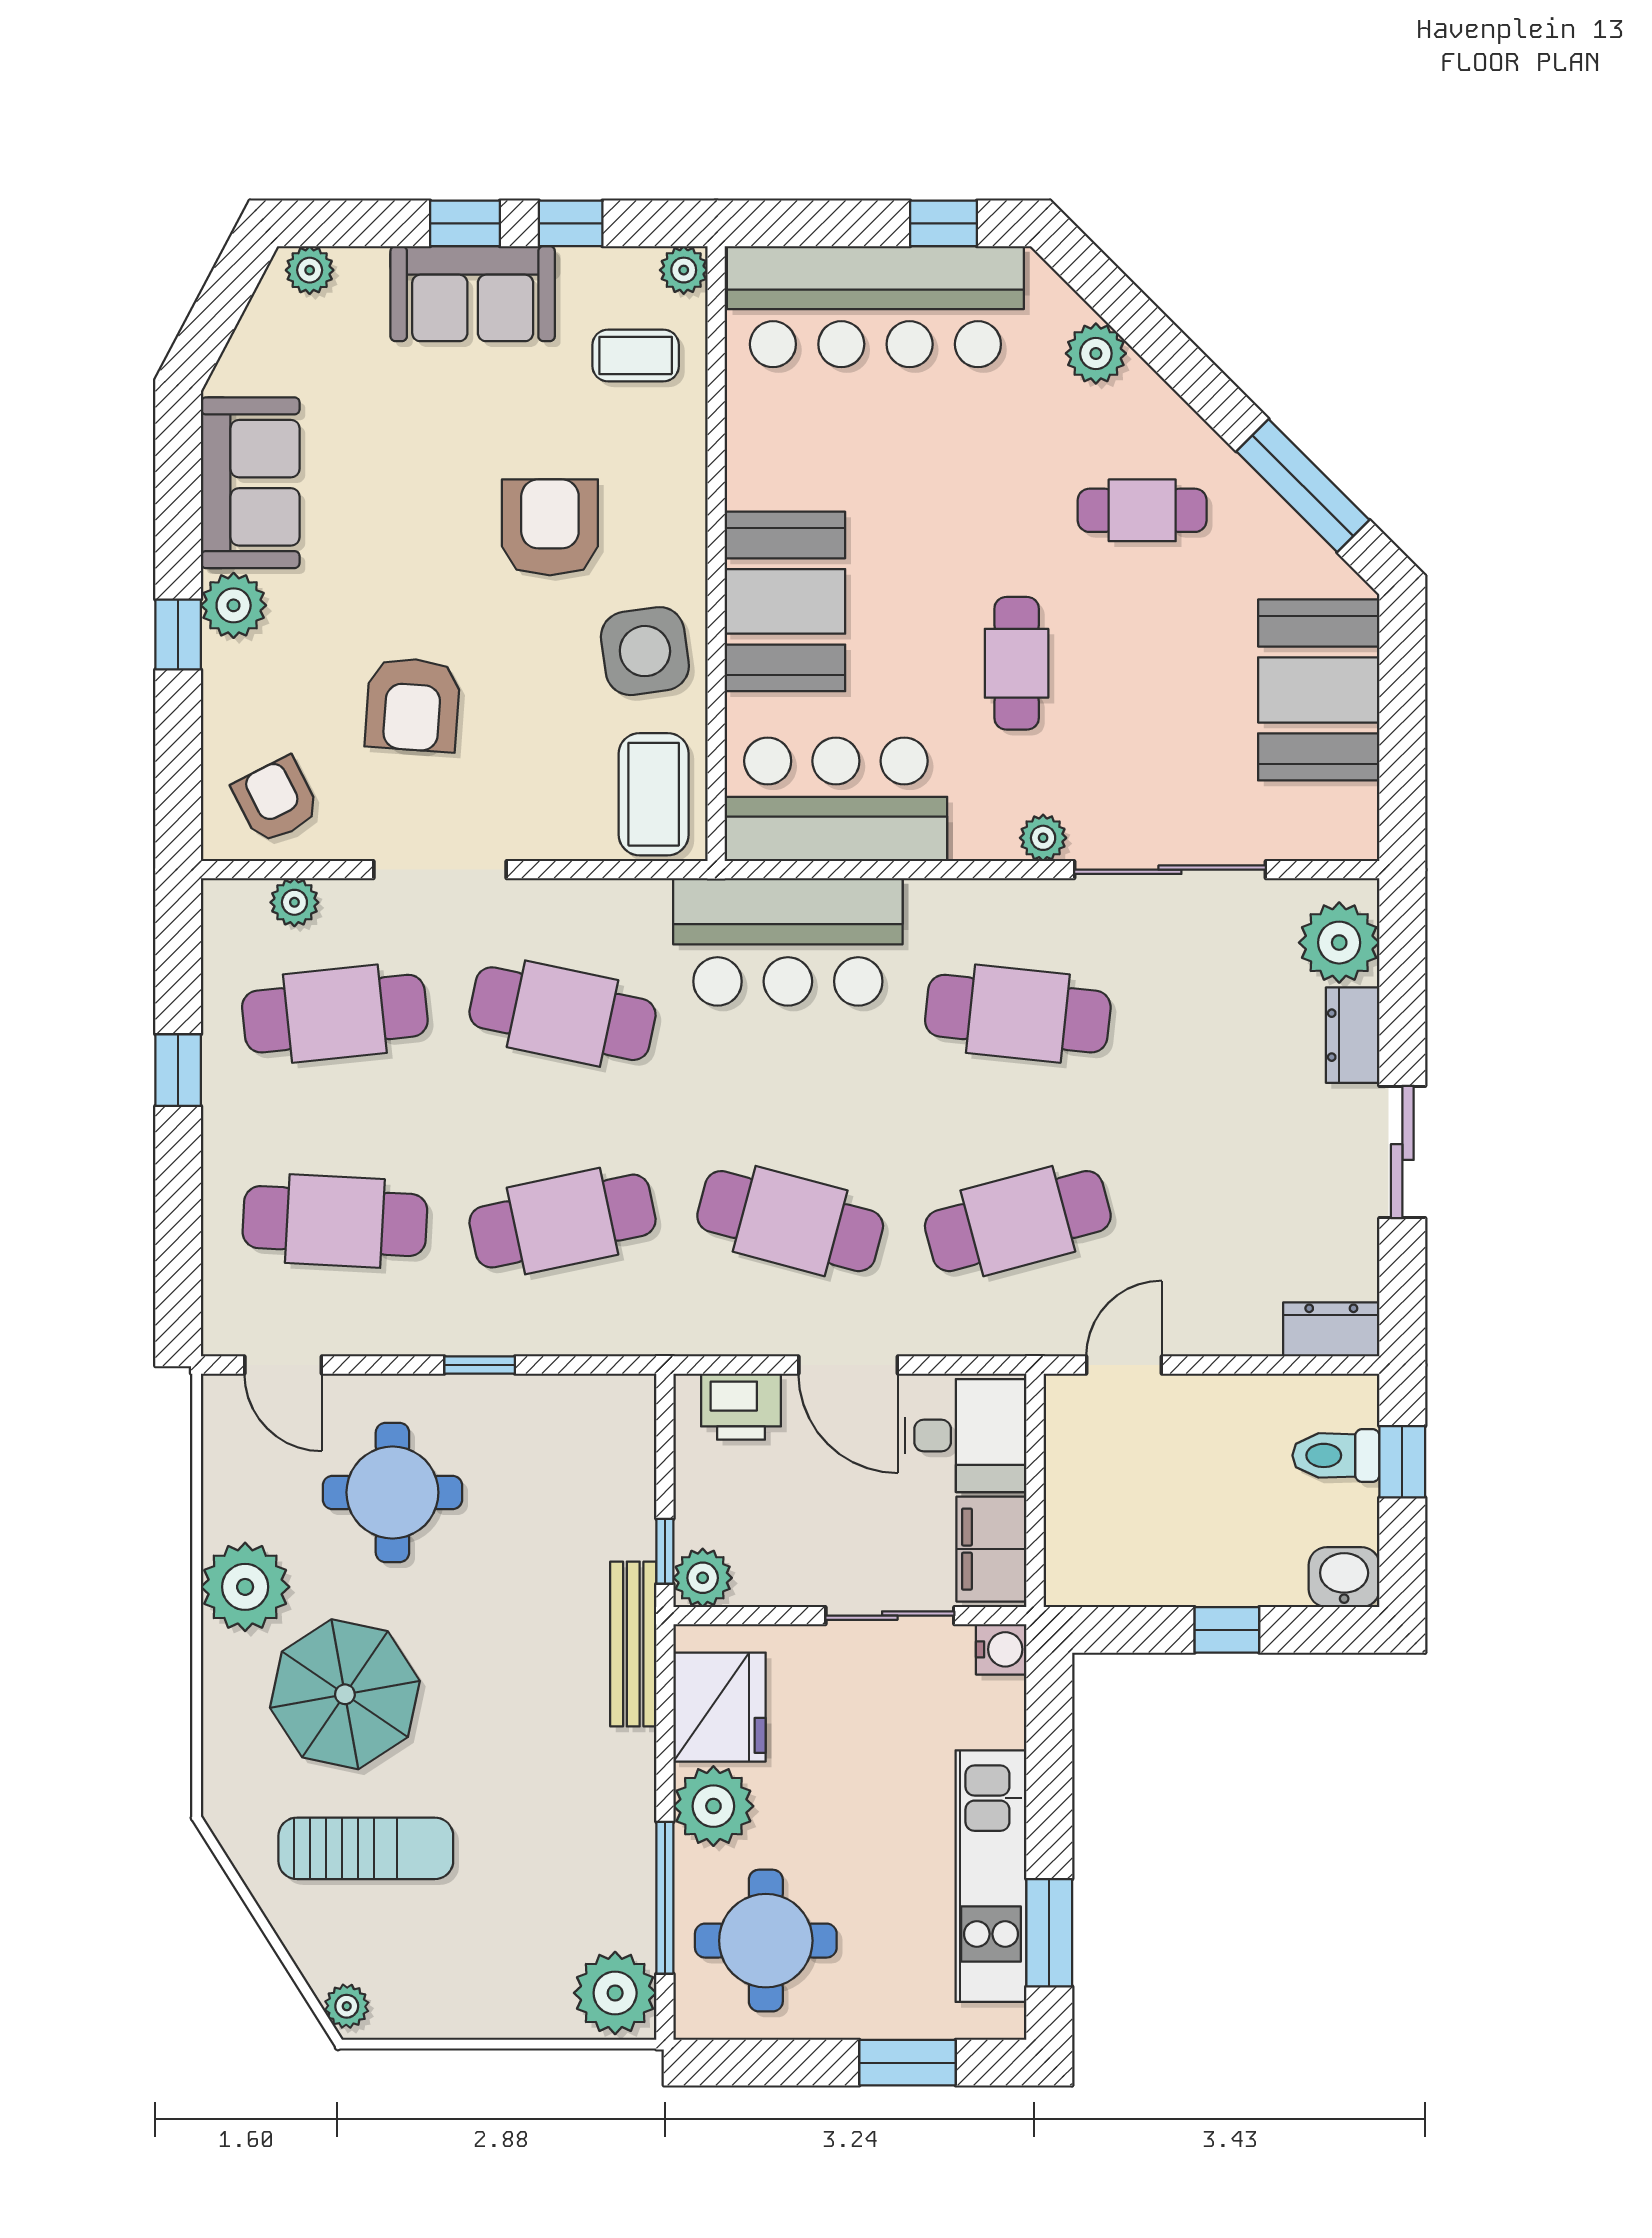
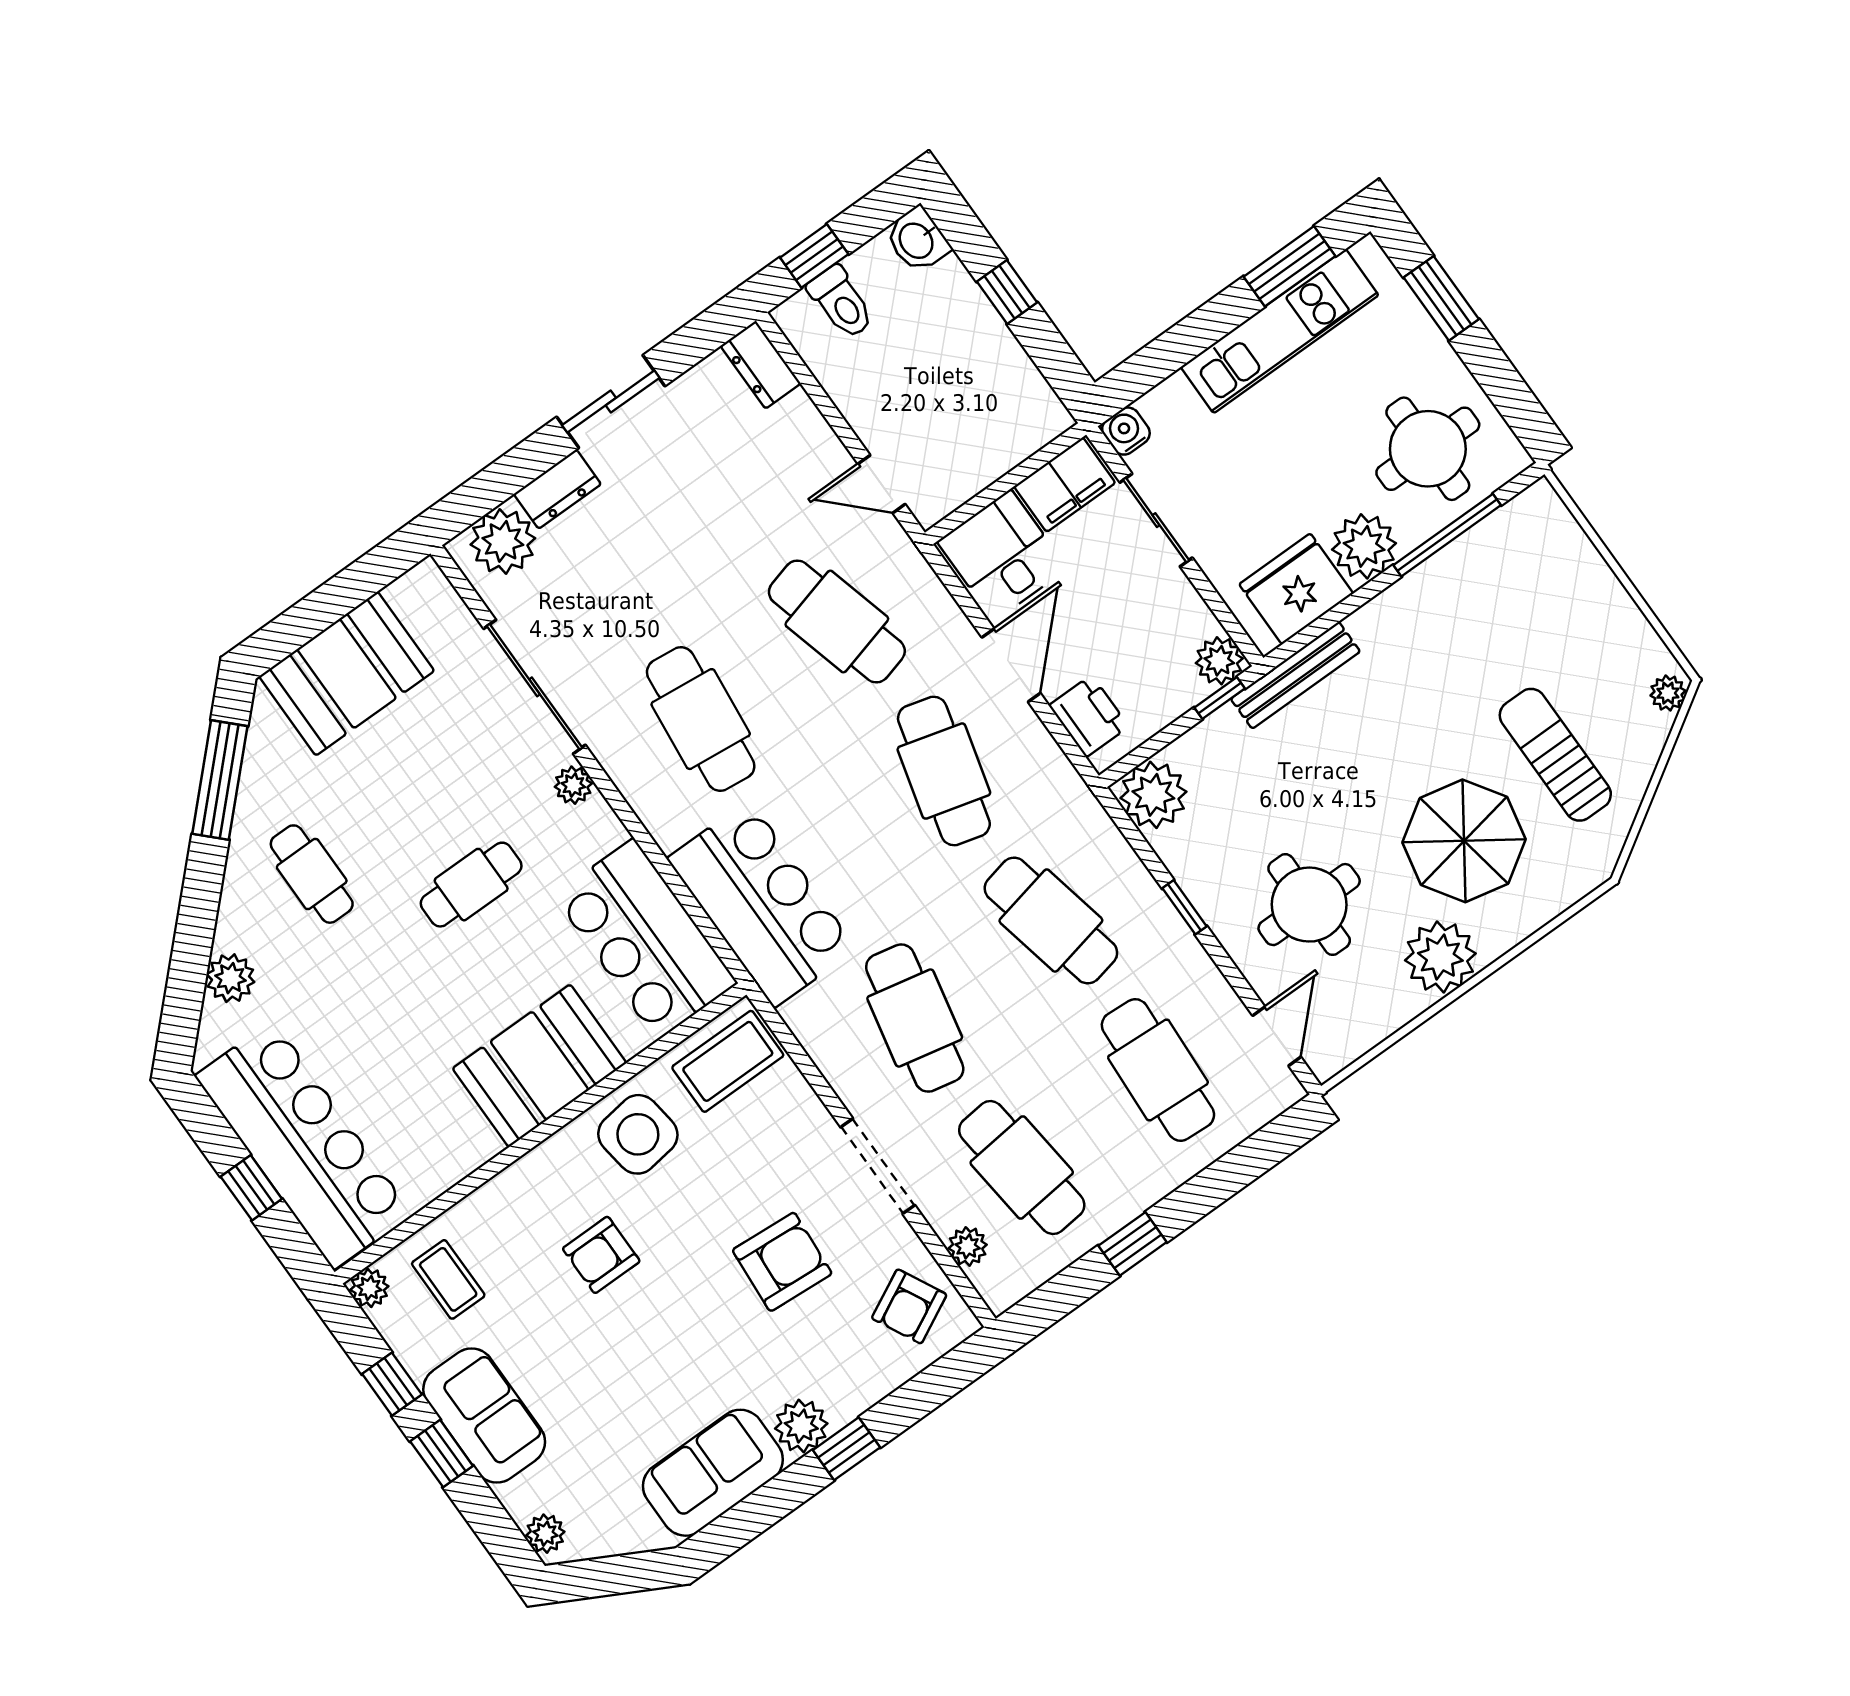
window: (944, 223) -> (251, 1188), moved
armchair: (550, 527) -> (601, 1255), width x0.72, depth x0.72
plant: (615, 1993) -> (1153, 795), moved

